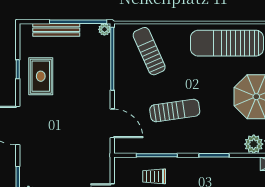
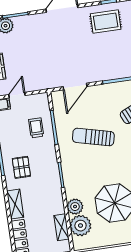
sun lounger: (175, 110) -> (93, 137), turned 112

